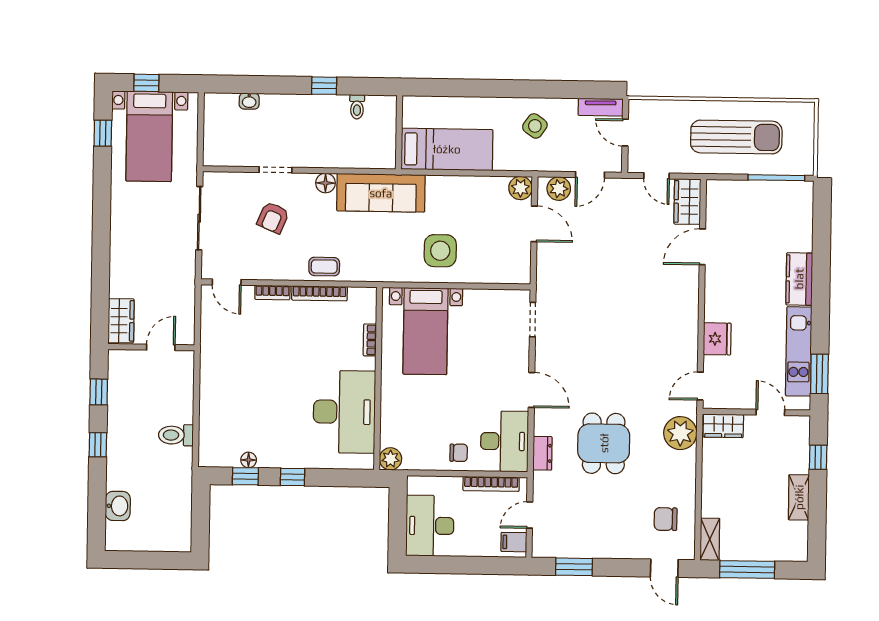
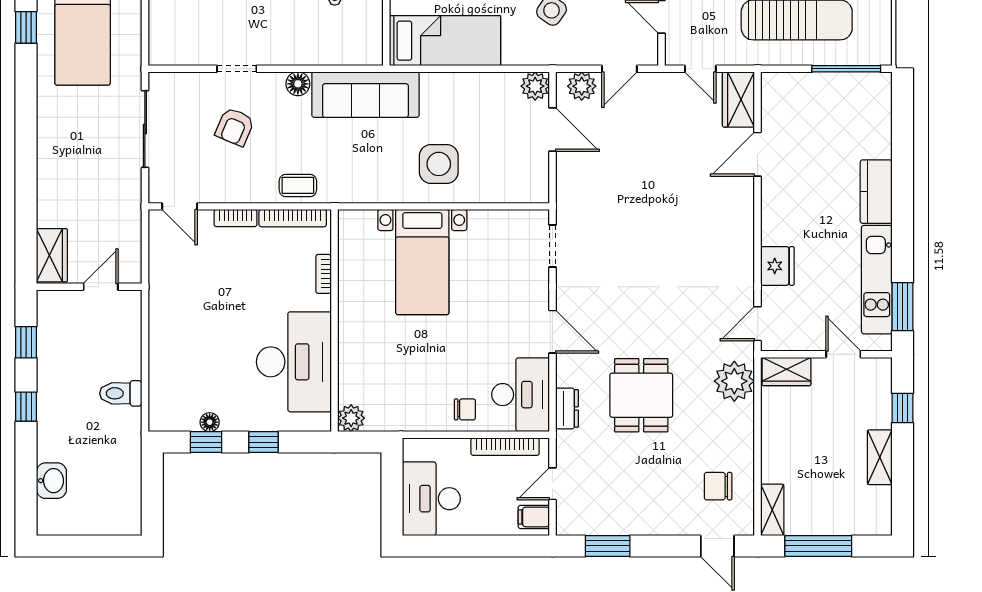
bookcase: (370, 340) -> (324, 274), moved
wall: (378, 378) -> (334, 321), moved
desk: (344, 412) -> (294, 362), moved
plant: (390, 459) -> (351, 418), moved

